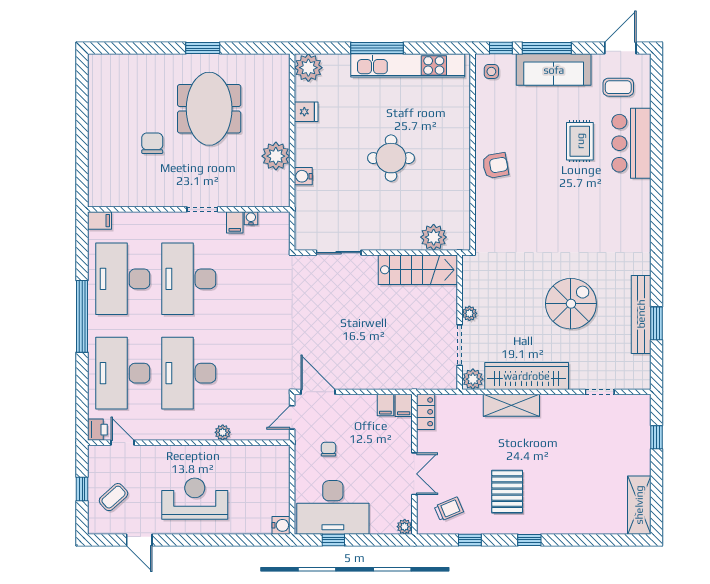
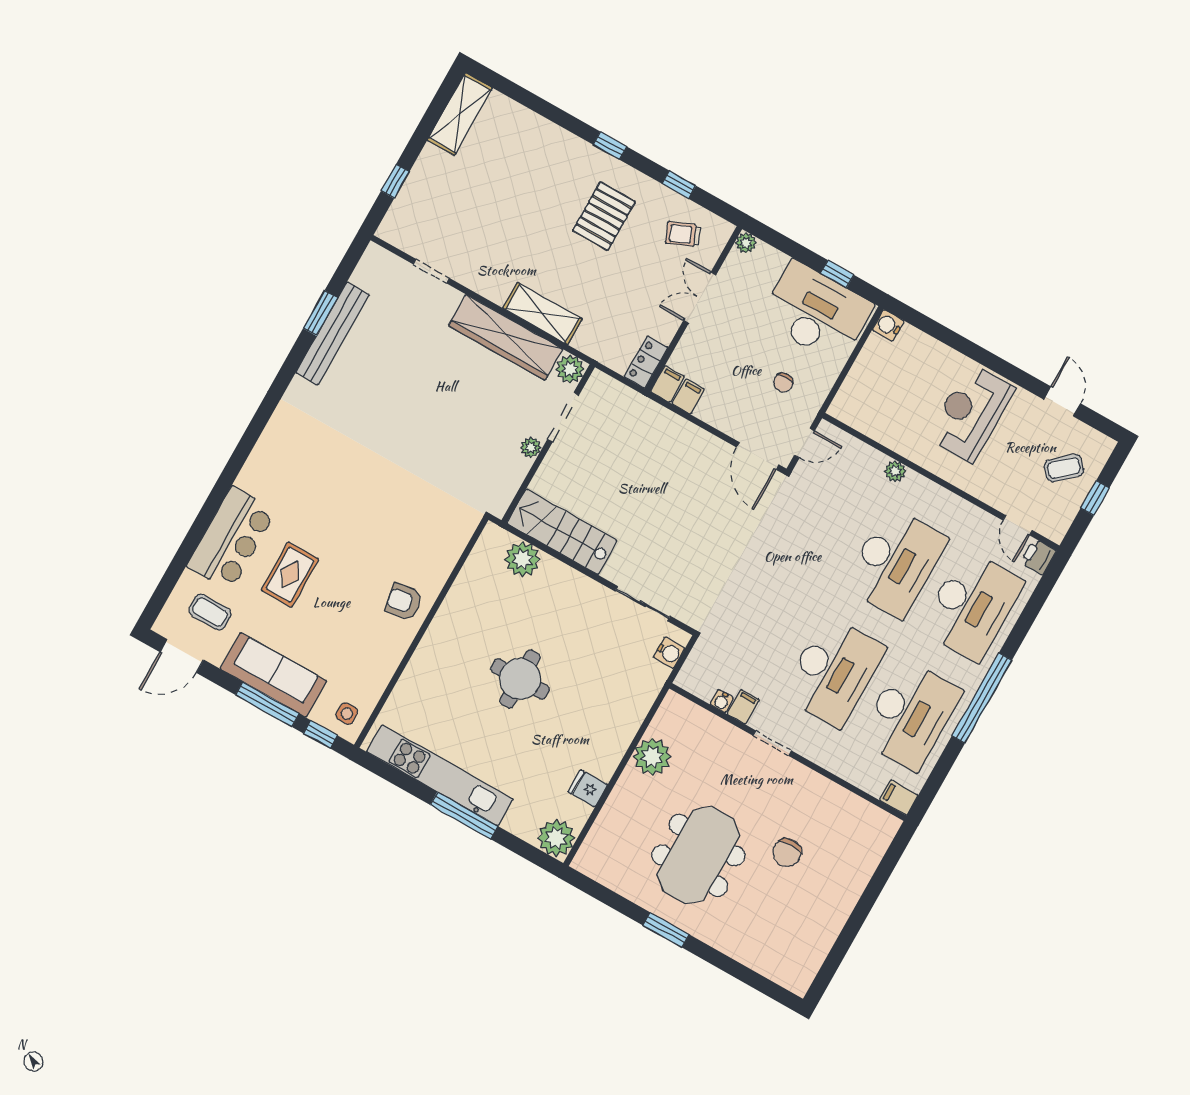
water cooler: (303, 176) -> (669, 653), moved
spiral stairs: (571, 304) -> (407, 392), removed
reception desk: (195, 499) -> (971, 413), turned 90

